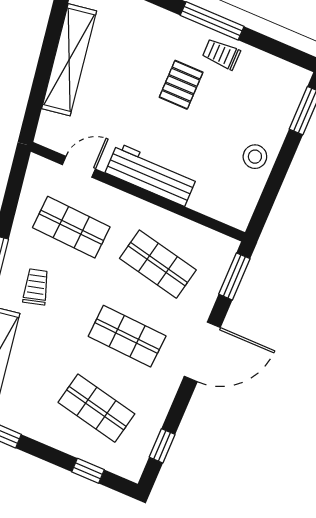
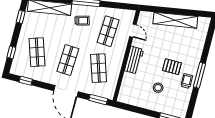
stool: (255, 157) -> (158, 88), moved
workbench: (151, 175) -> (134, 60), width x0.73
shop shelf: (158, 264) -> (99, 68), turned -30
shop shelf: (96, 408) -> (37, 52), turned -30

